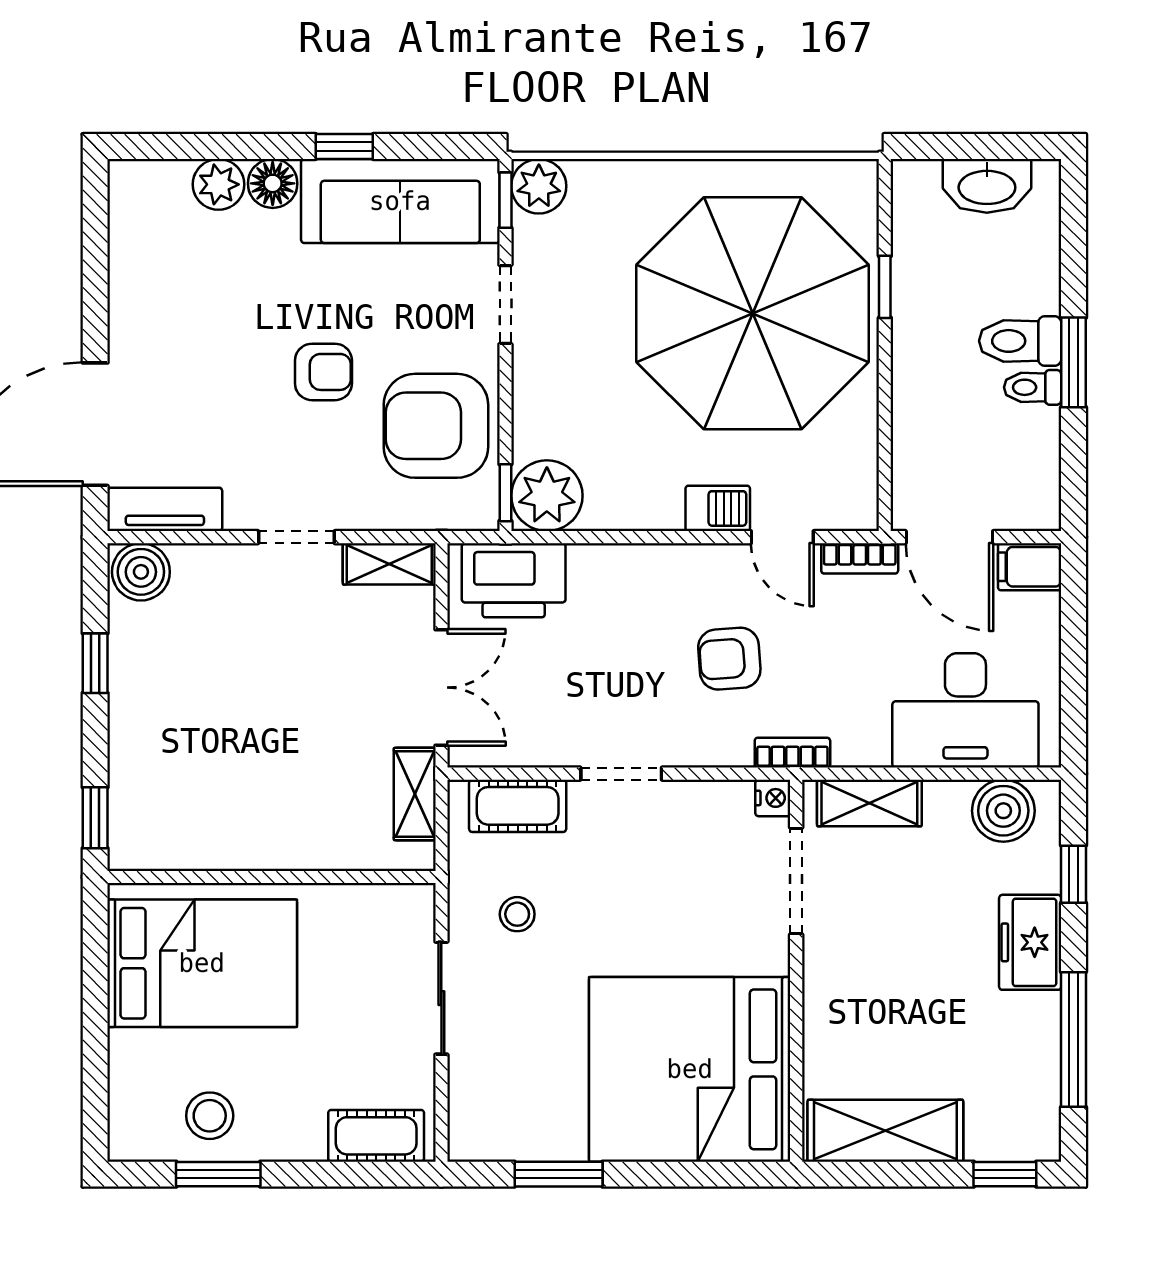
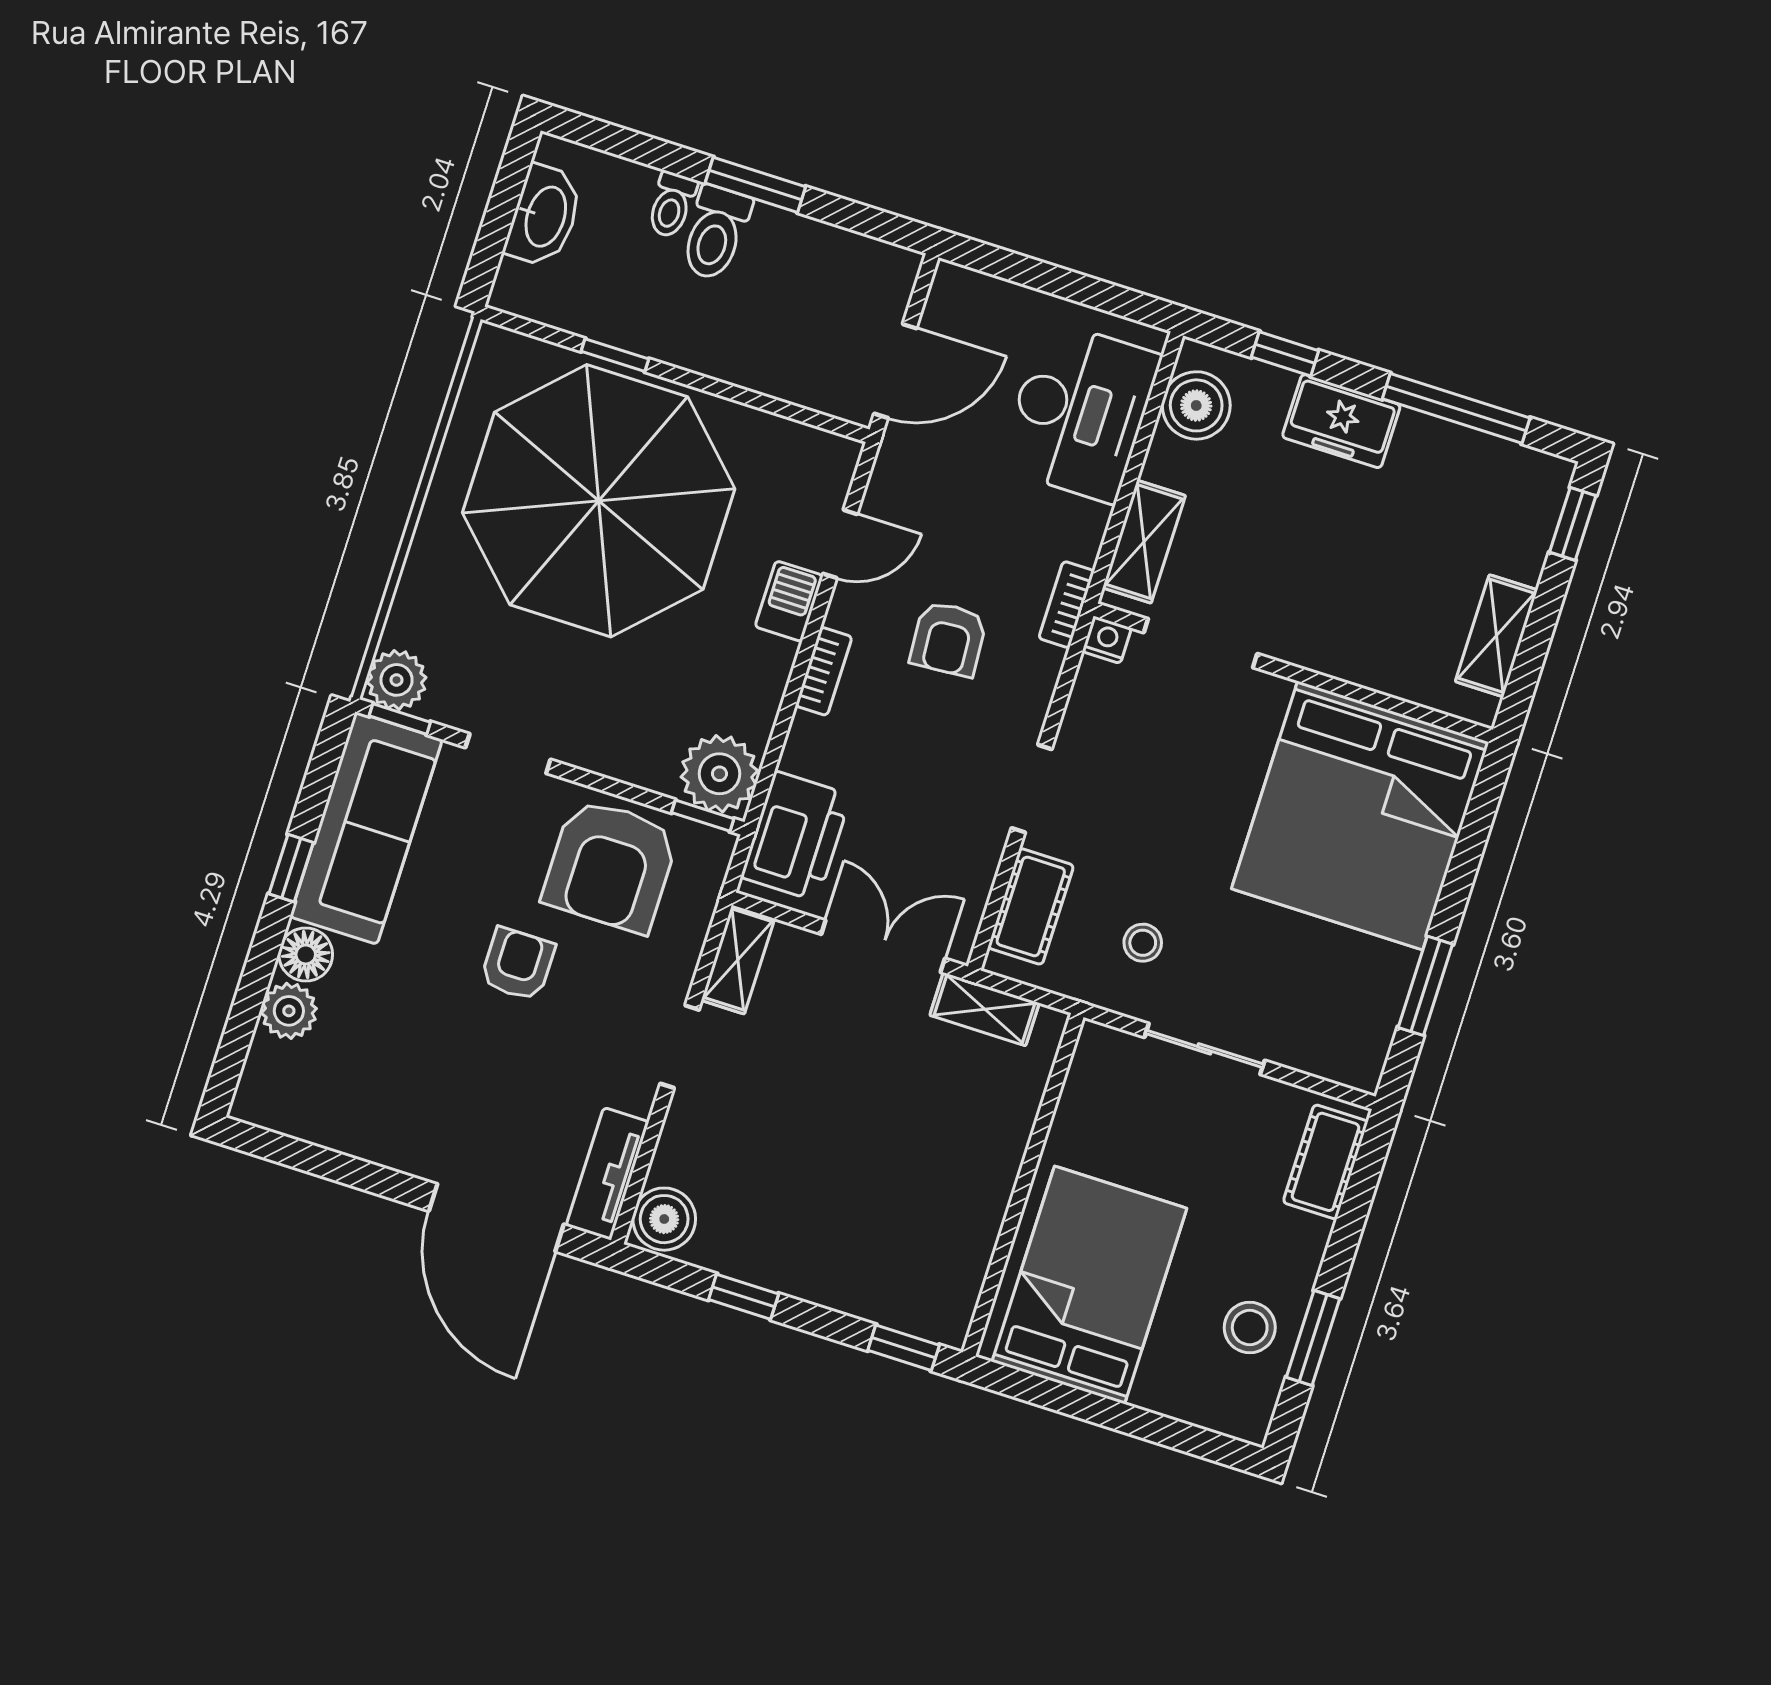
toilet: (1033, 387) -> (672, 205), moved
bookcase: (860, 558) -> (824, 671), moved
filing cabinet: (1030, 567) -> (952, 298), removed
shelving: (885, 1131) -> (1496, 636), width x0.67, depth x0.75

